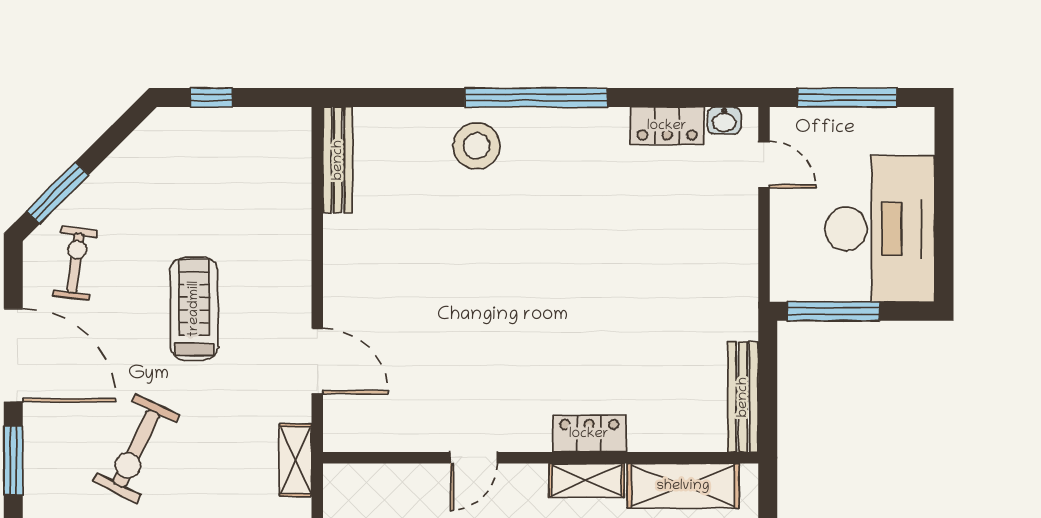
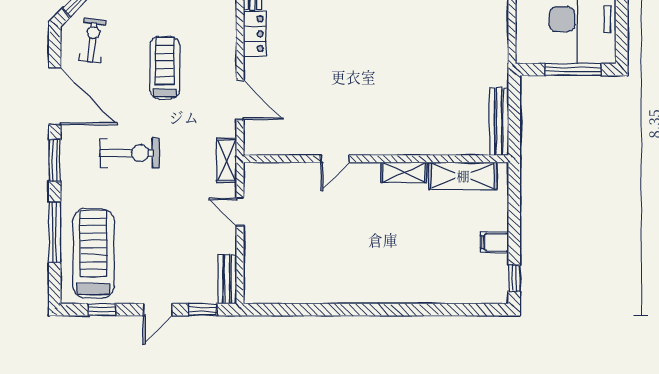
window: (834, 311) -> (573, 70), moved
locker: (589, 434) -> (255, 34), moved, turned 90
exercise bike: (136, 449) -> (129, 153), turned -116

